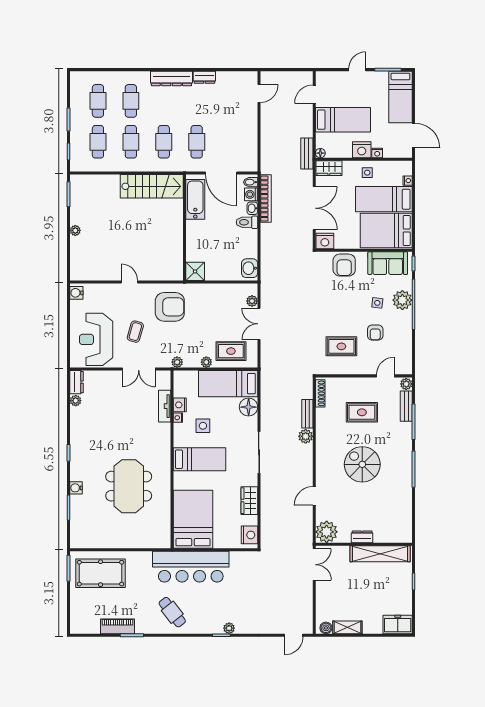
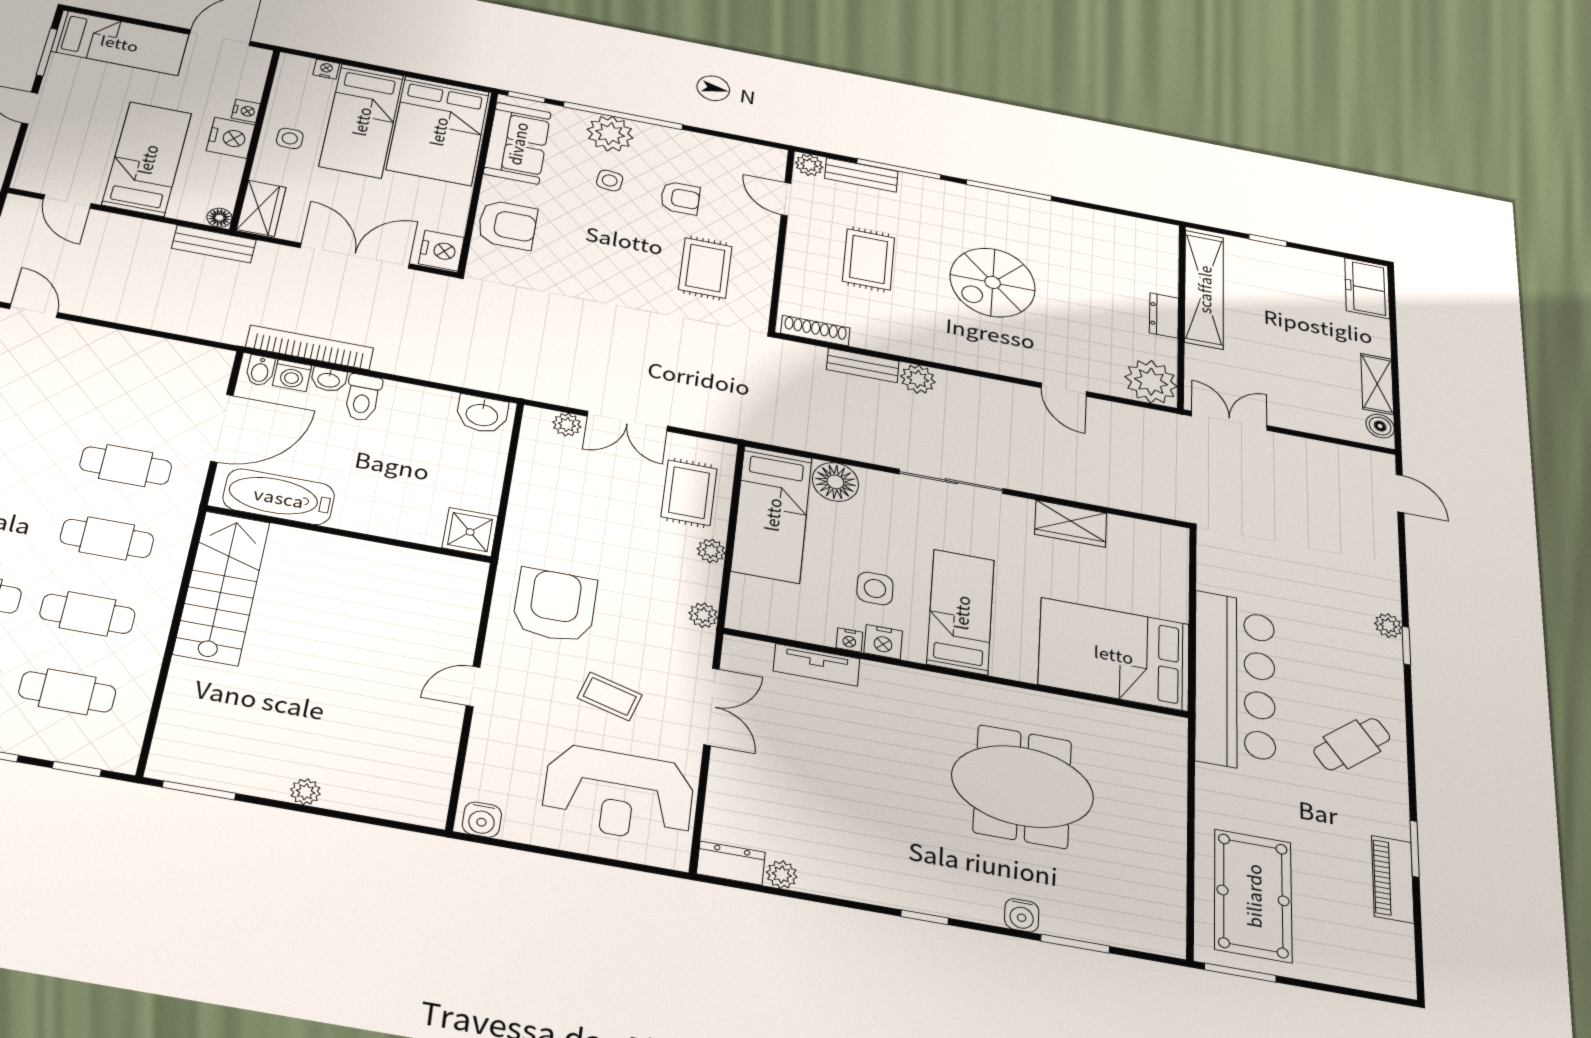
nightstand: (180, 405) -> (883, 642), moved
nightstand: (249, 535) -> (1156, 539), removed

